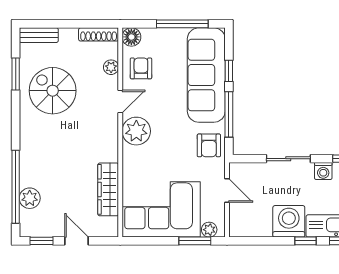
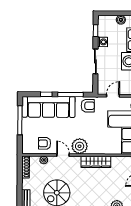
floor lamp: (131, 37) -> (27, 149), removed
wardrobe: (108, 189) -> (96, 162), moved

